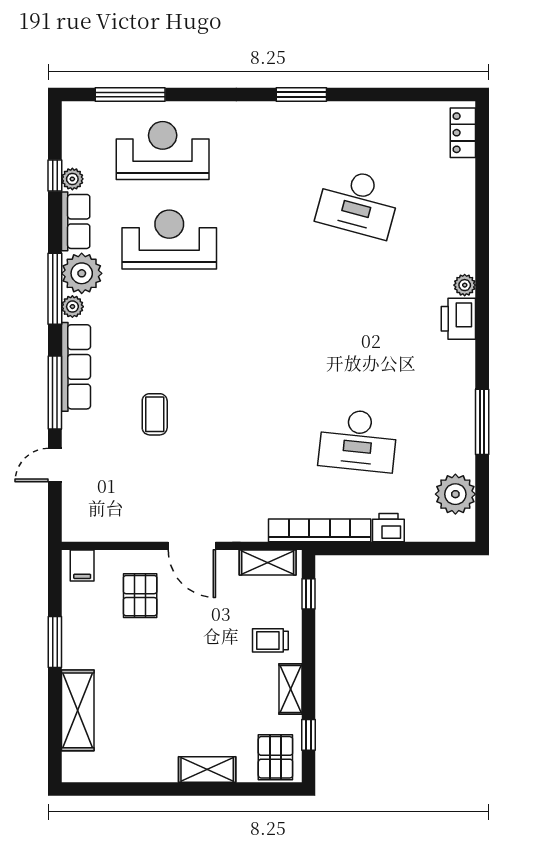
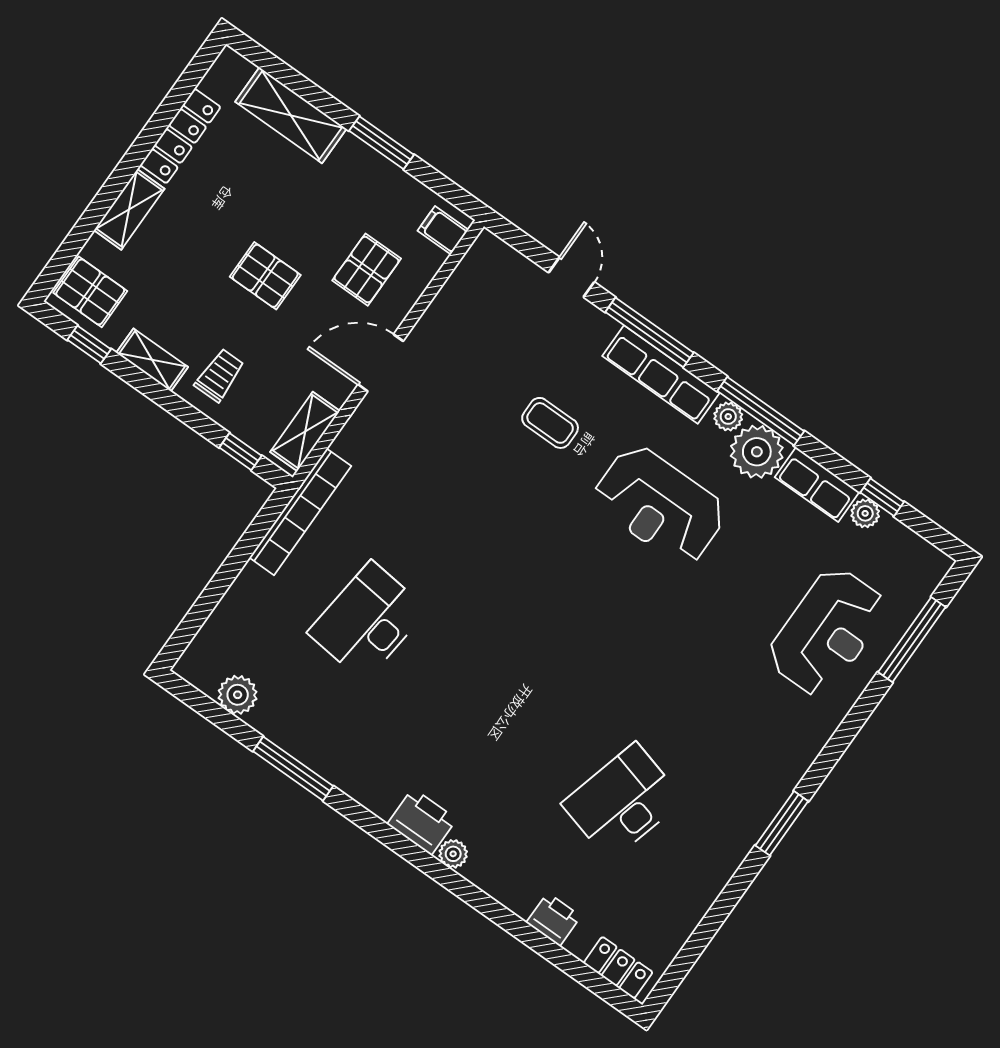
reception desk: (169, 239) -> (660, 505), moved, turned 90
plant: (455, 494) -> (238, 695), width x0.73, depth x0.73
printer: (388, 528) -> (554, 919), moved, turned -90
pallet: (140, 596) -> (367, 270), turned 90
pallet: (189, 656) -> (265, 276), added
locker: (139, 770) -> (180, 136), added

